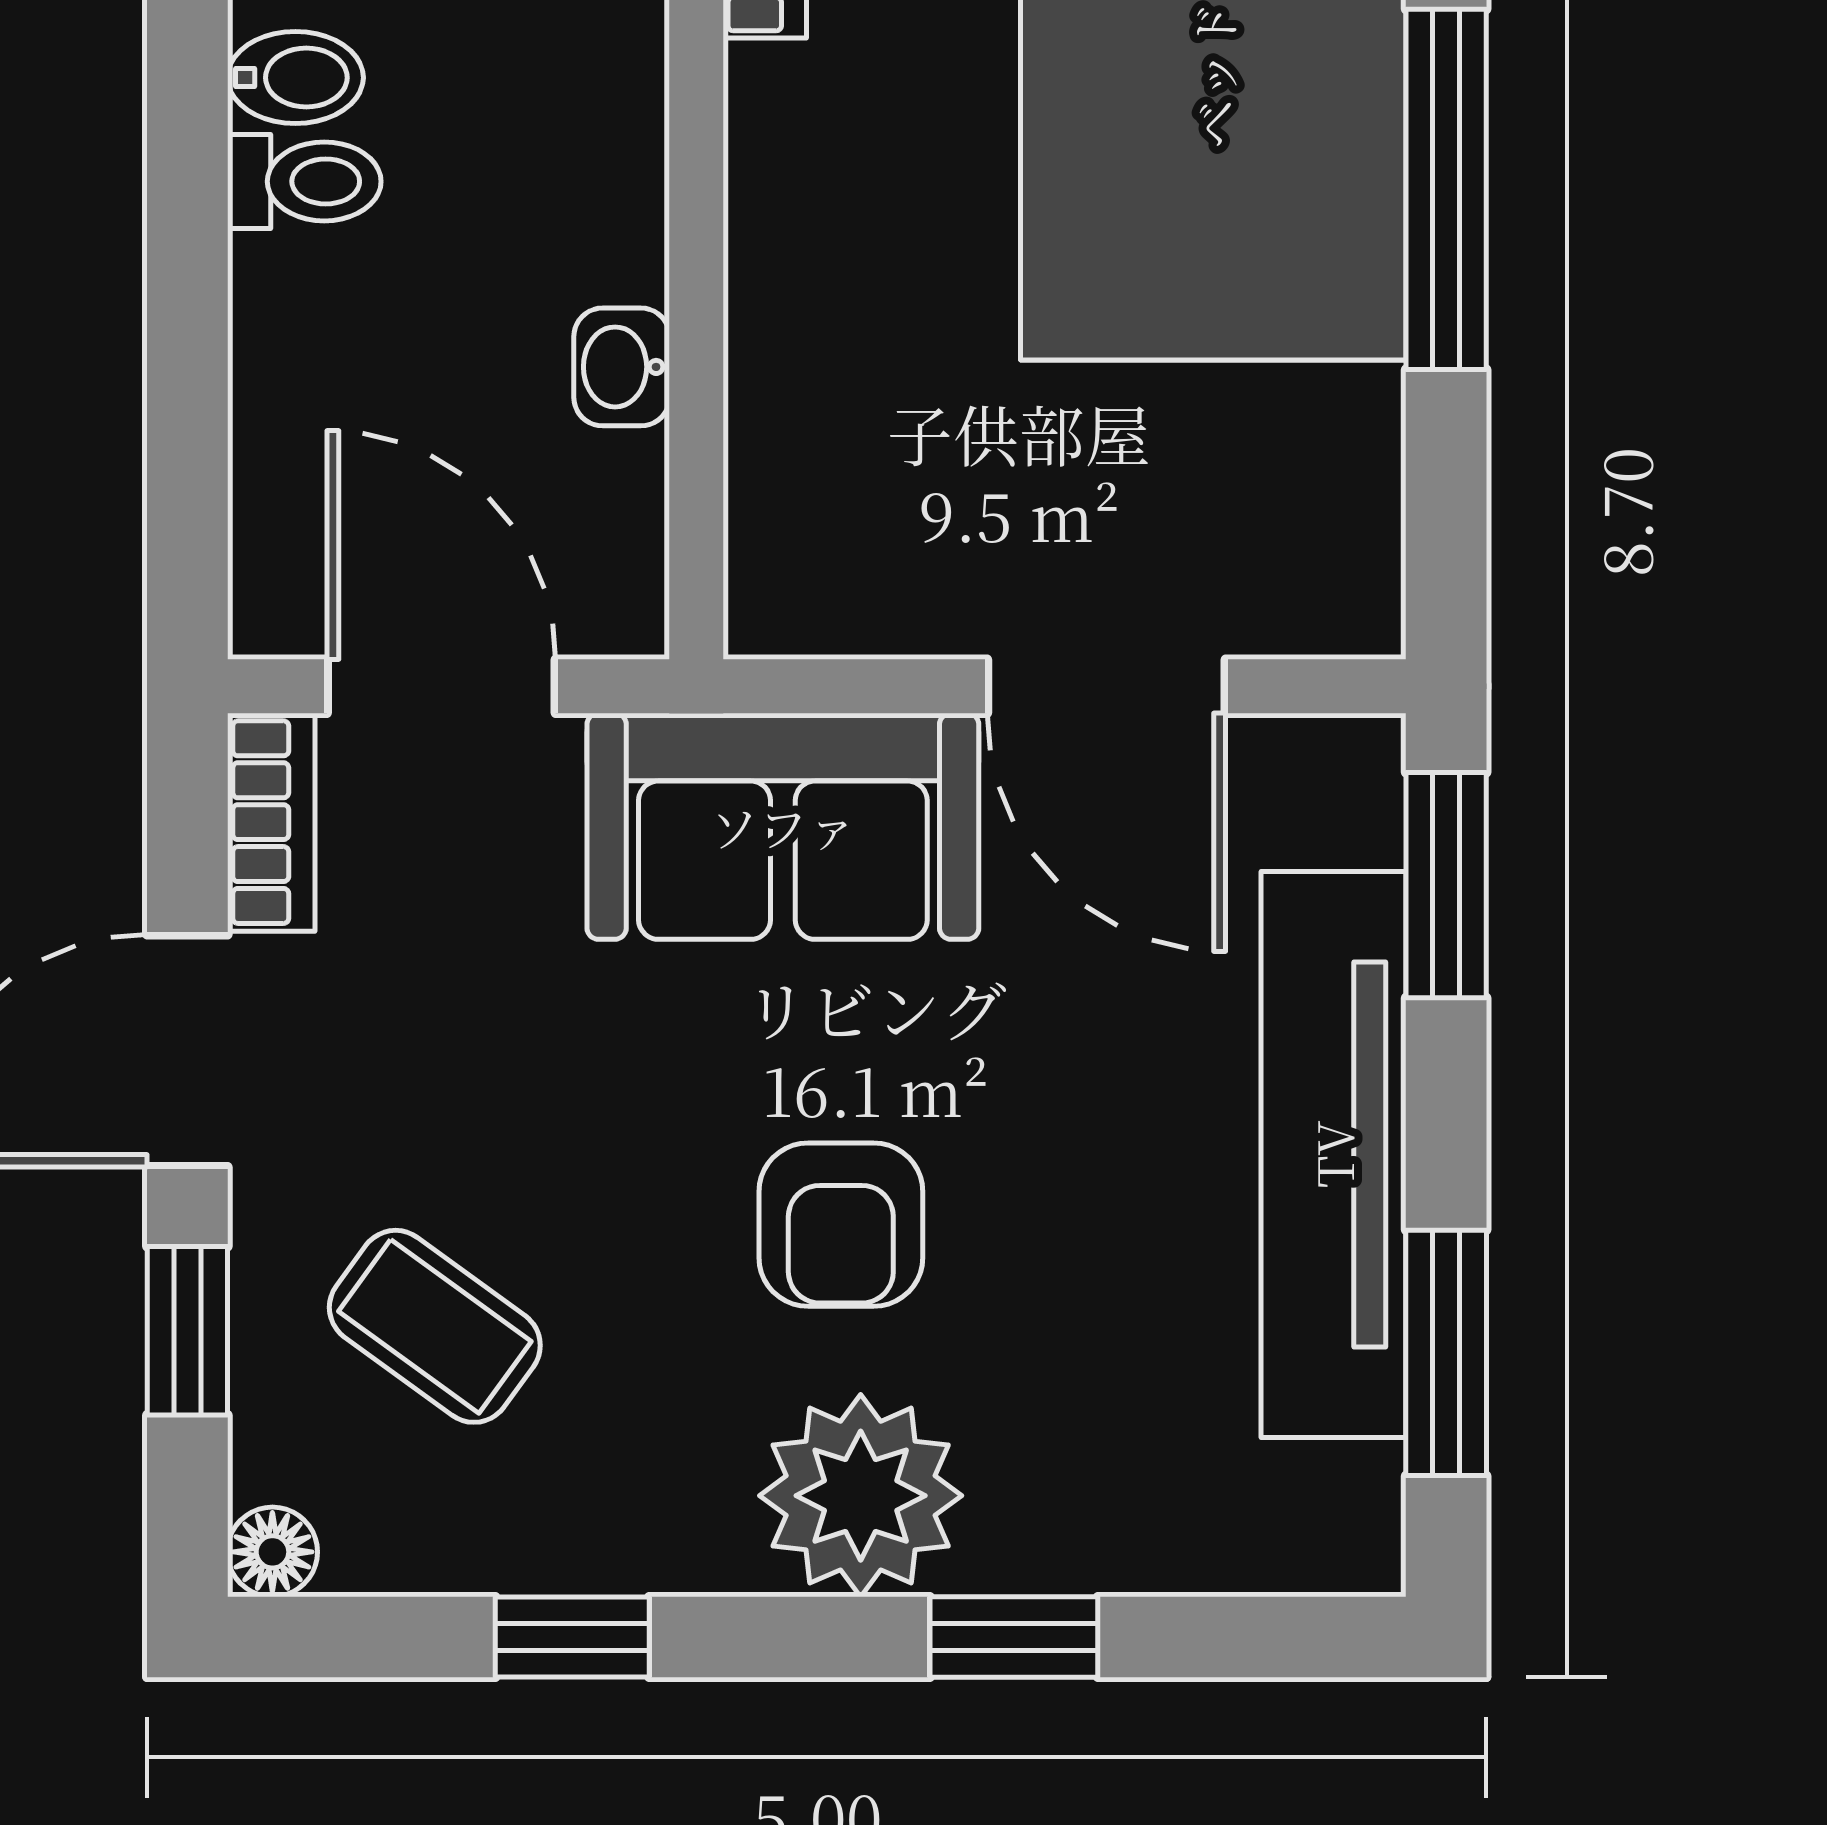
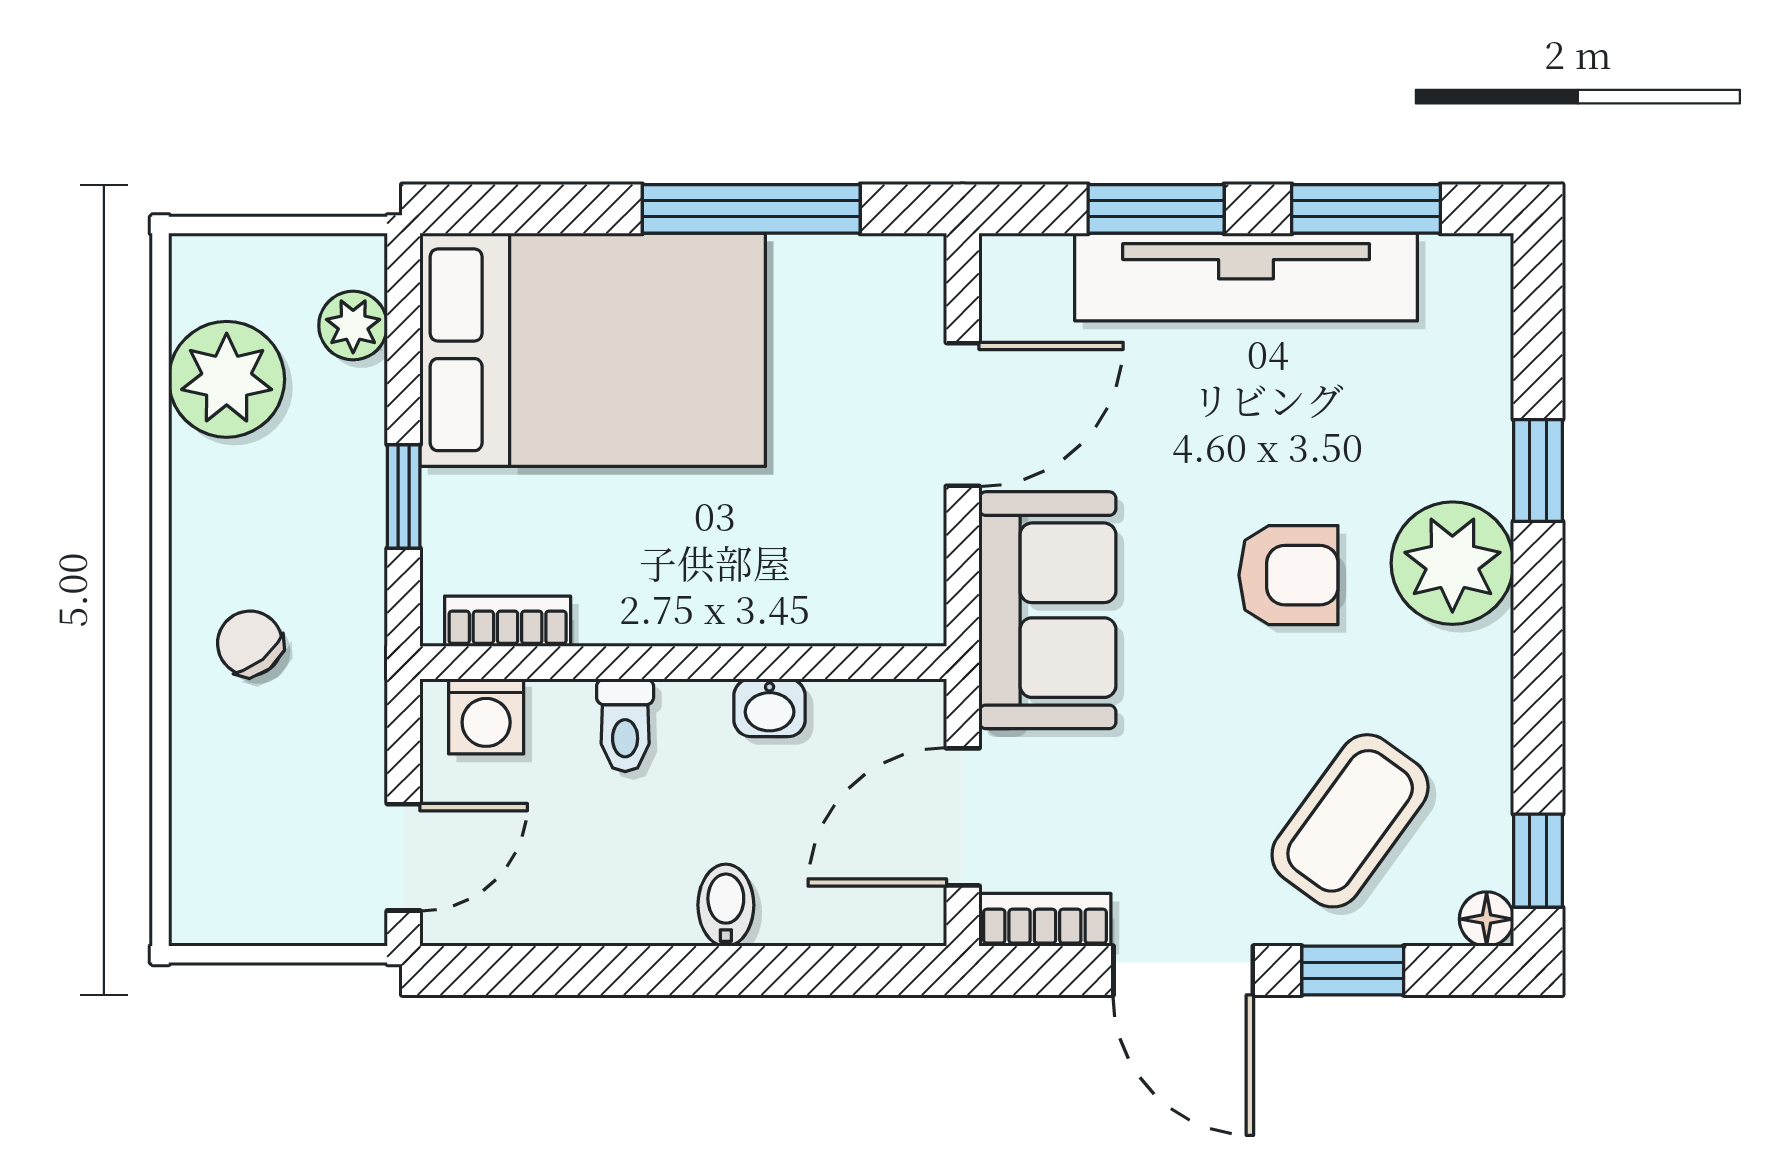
bidet: (295, 78) -> (726, 905), moved
toilet: (304, 181) -> (625, 725), moved, turned 180
window: (1446, 189) -> (751, 209), moved
window: (1446, 885) -> (1156, 209), moved
coffee table: (435, 1326) -> (1350, 821), width x1.36, depth x1.30
window: (572, 1637) -> (1538, 861), moved

